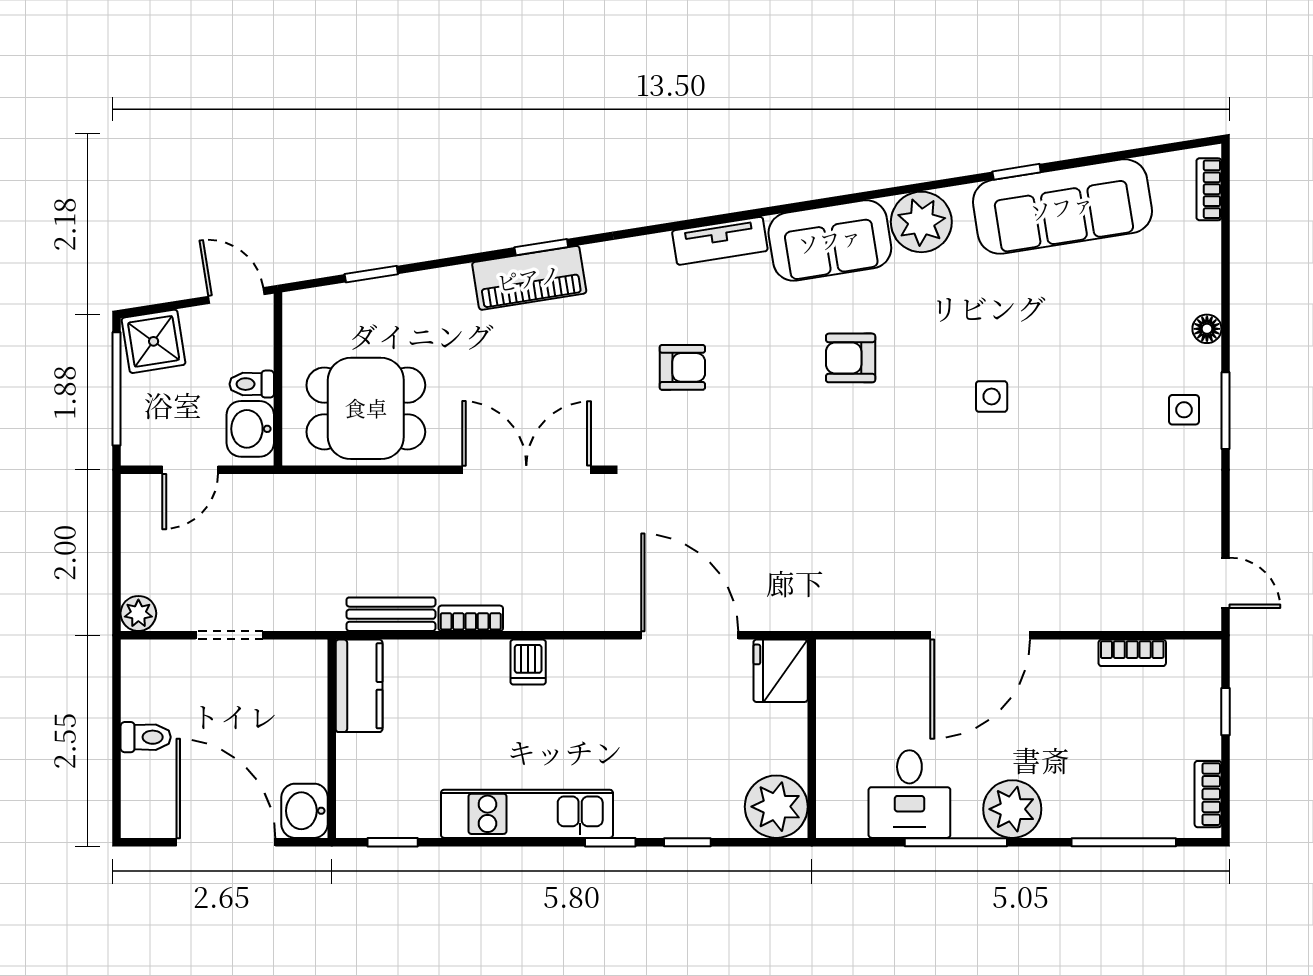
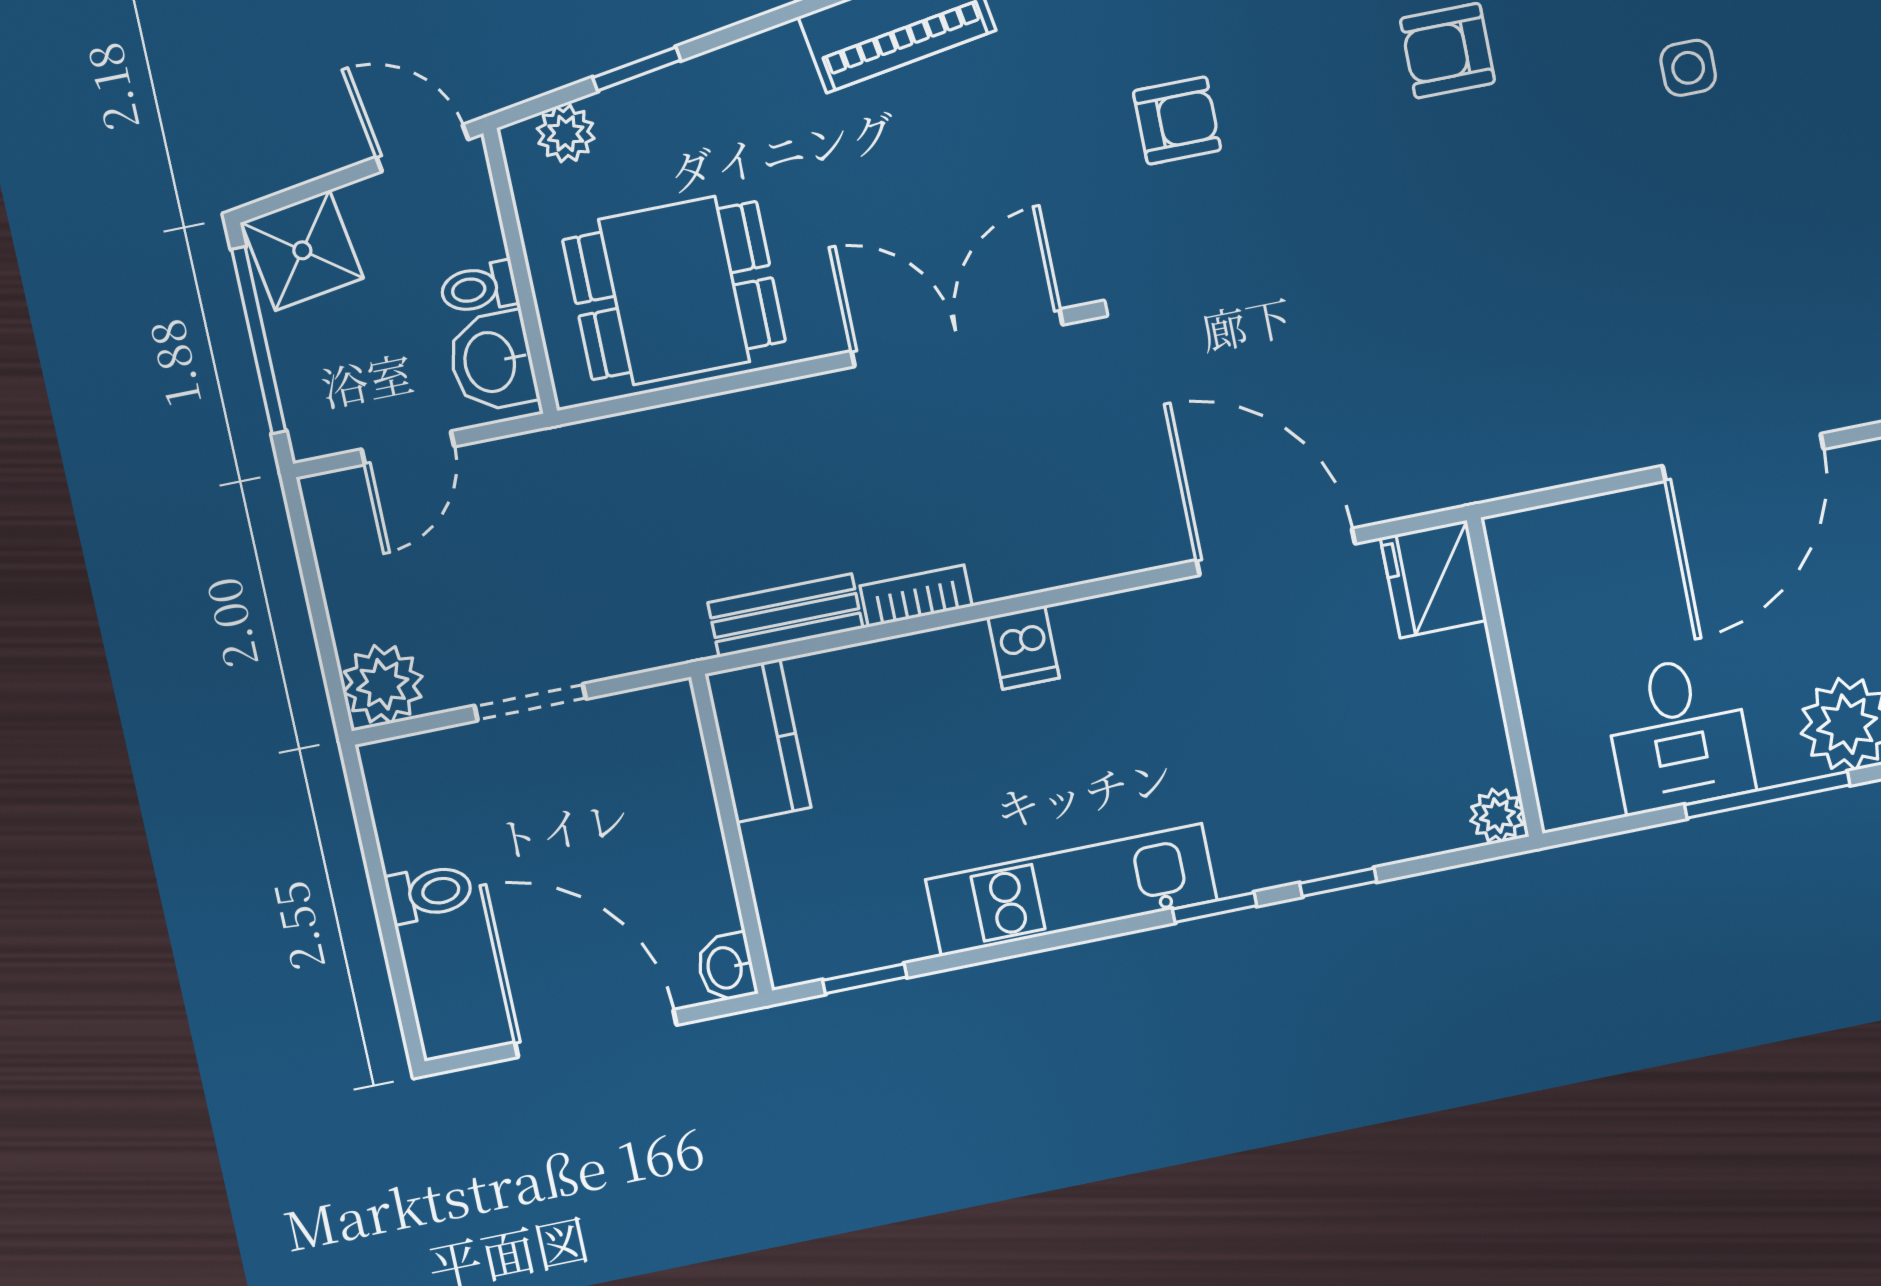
plant: (322, 304) -> (566, 133), added
plant: (138, 613) -> (383, 684), width x1.38, depth x1.38
plant: (776, 807) -> (1497, 816), width x0.53, depth x0.53
washbasin: (305, 811) -> (726, 968), width x0.72, depth x0.69

